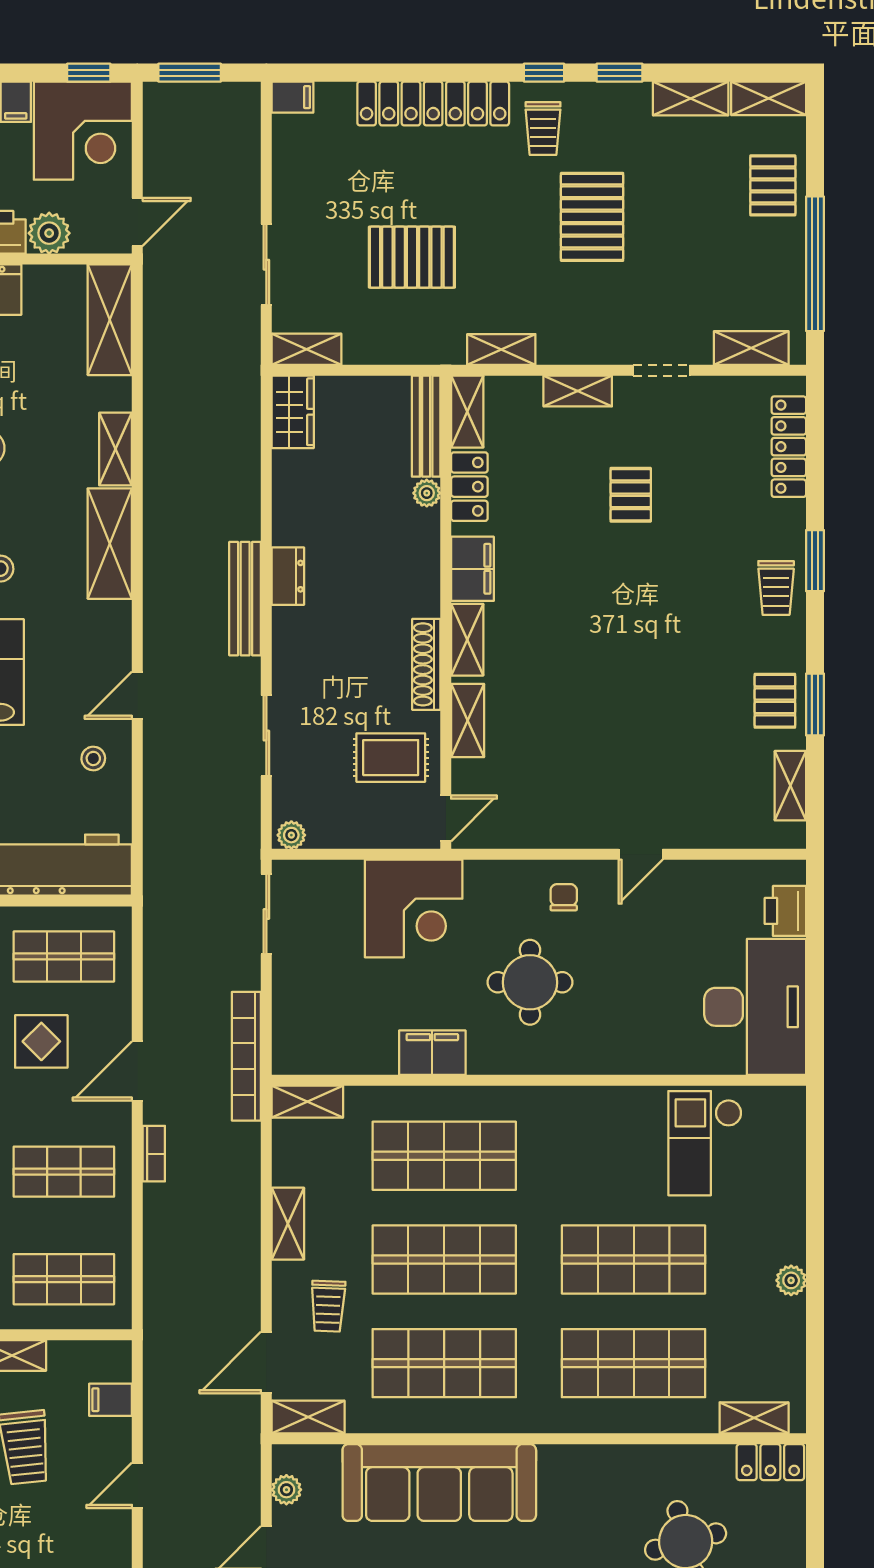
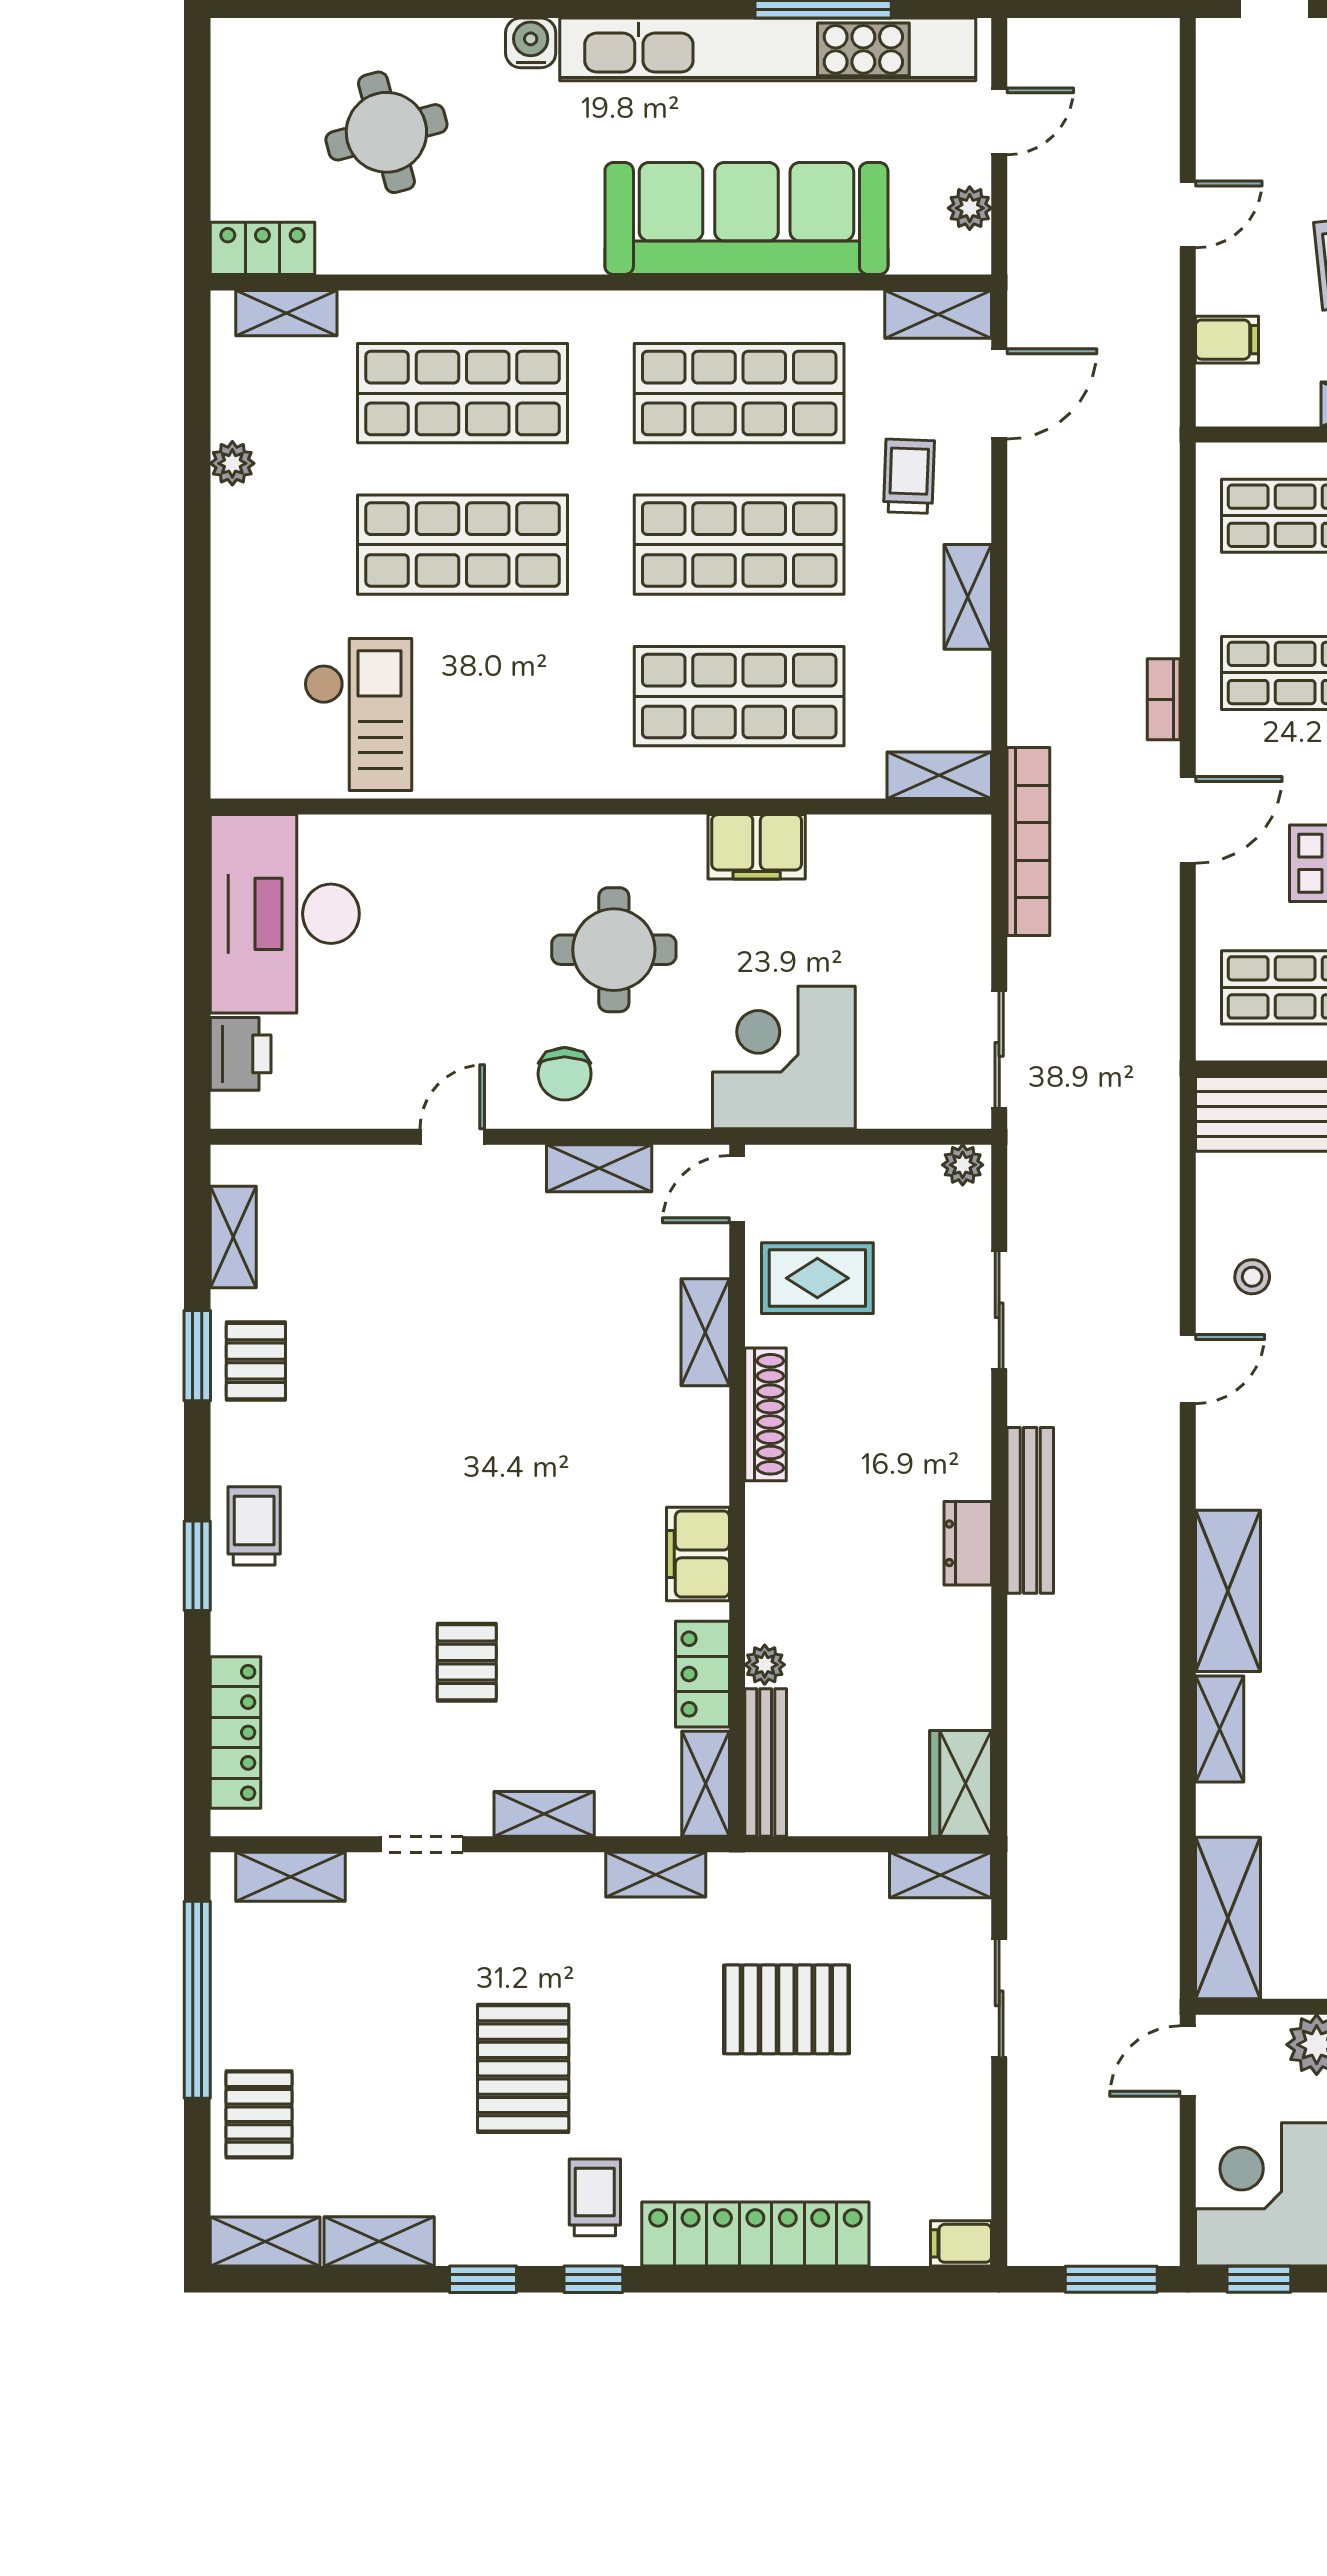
shelving: (467, 640) -> (599, 1168), moved, turned 90
chair: (564, 897) -> (565, 1074), width x1.37, depth x1.37
plant: (791, 1280) -> (232, 463), moved

